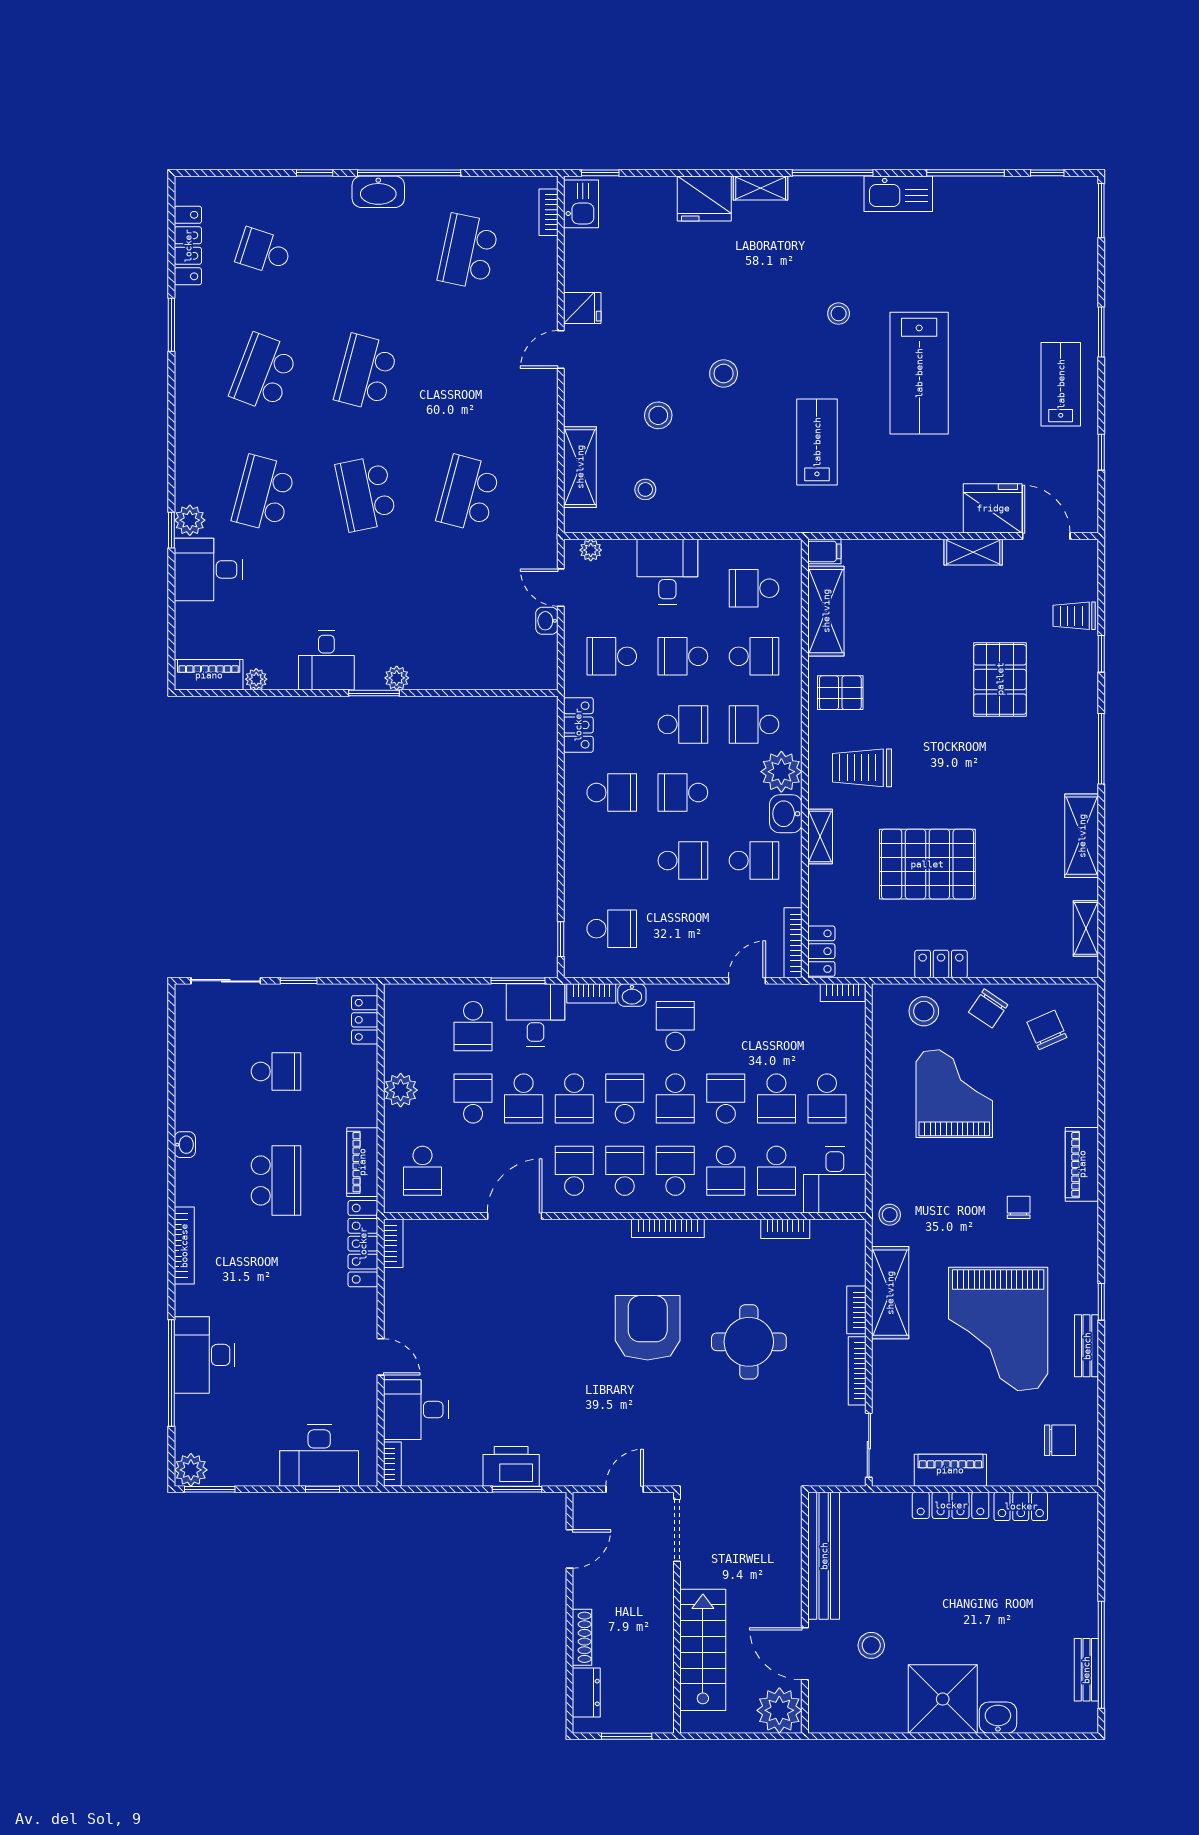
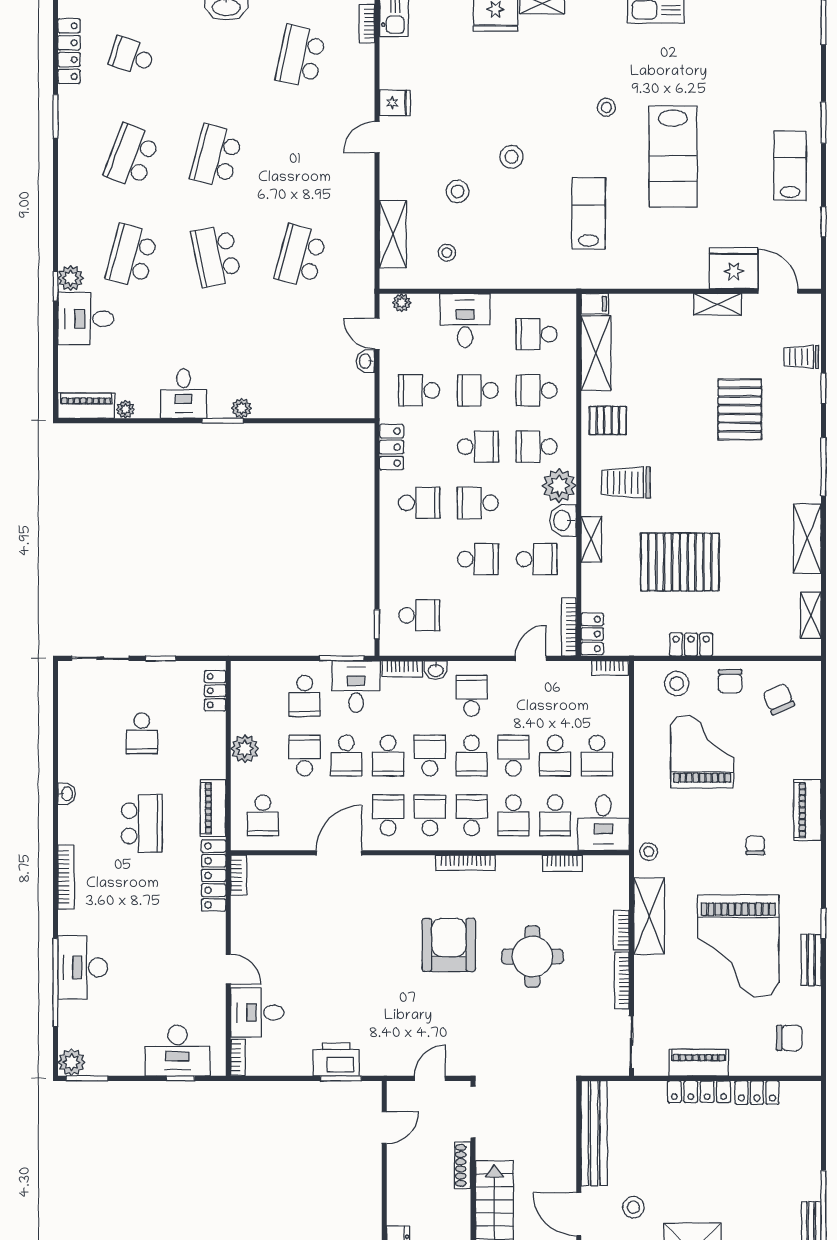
school desk: (754, 656) -> (537, 390), turned 180
chair: (988, 1008) -> (730, 681), turned -34
school desk: (276, 1071) -> (142, 733), turned 90
shoe rack: (582, 1637) -> (463, 1165), moved, turned 180

